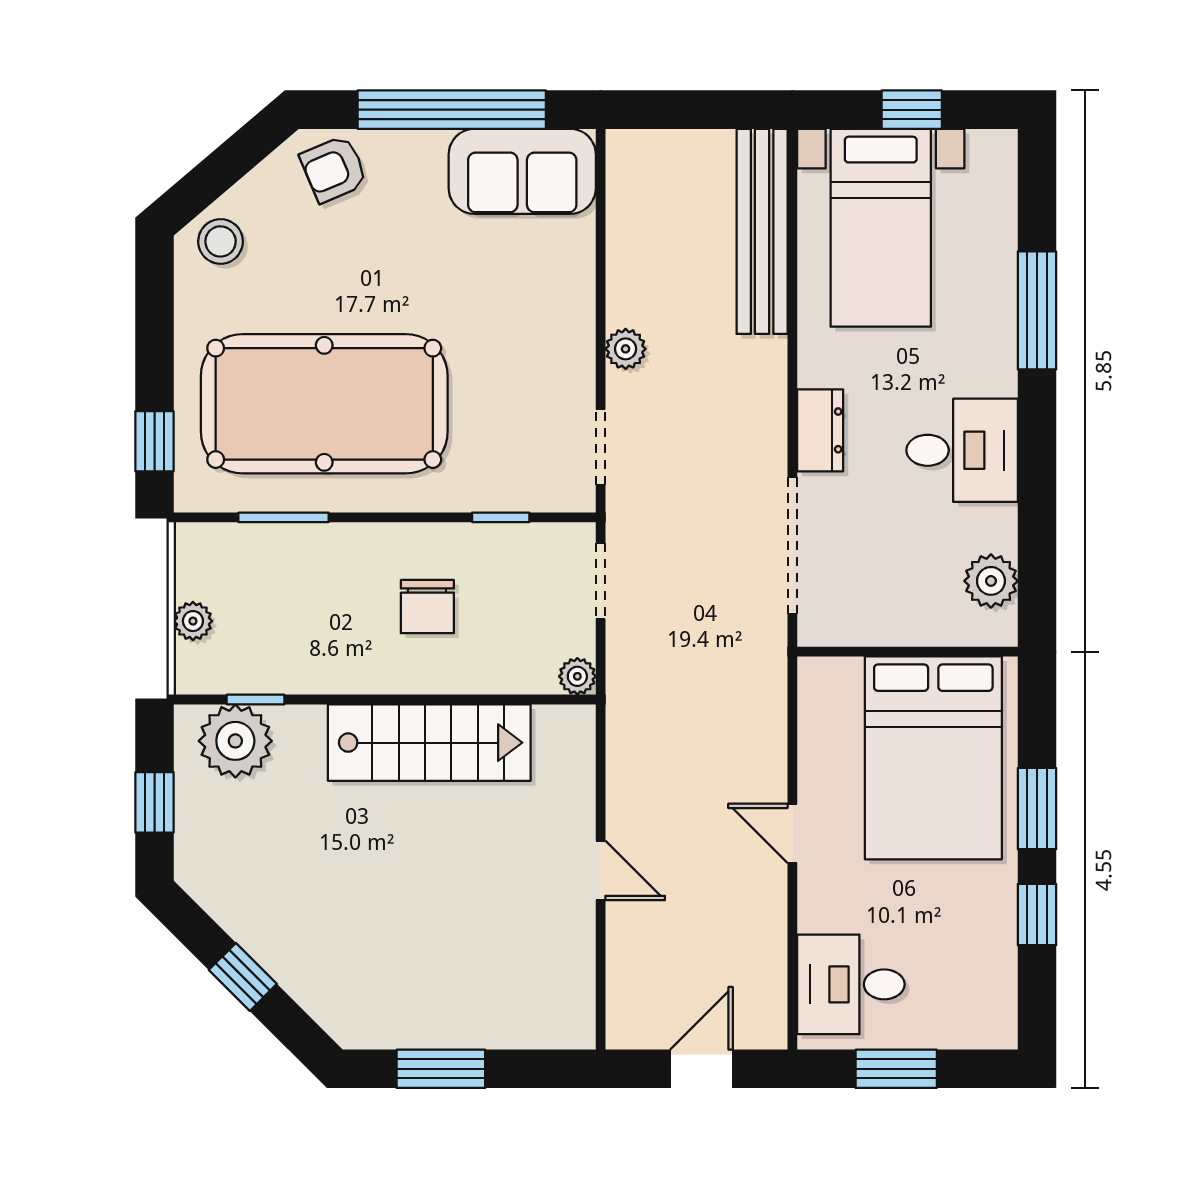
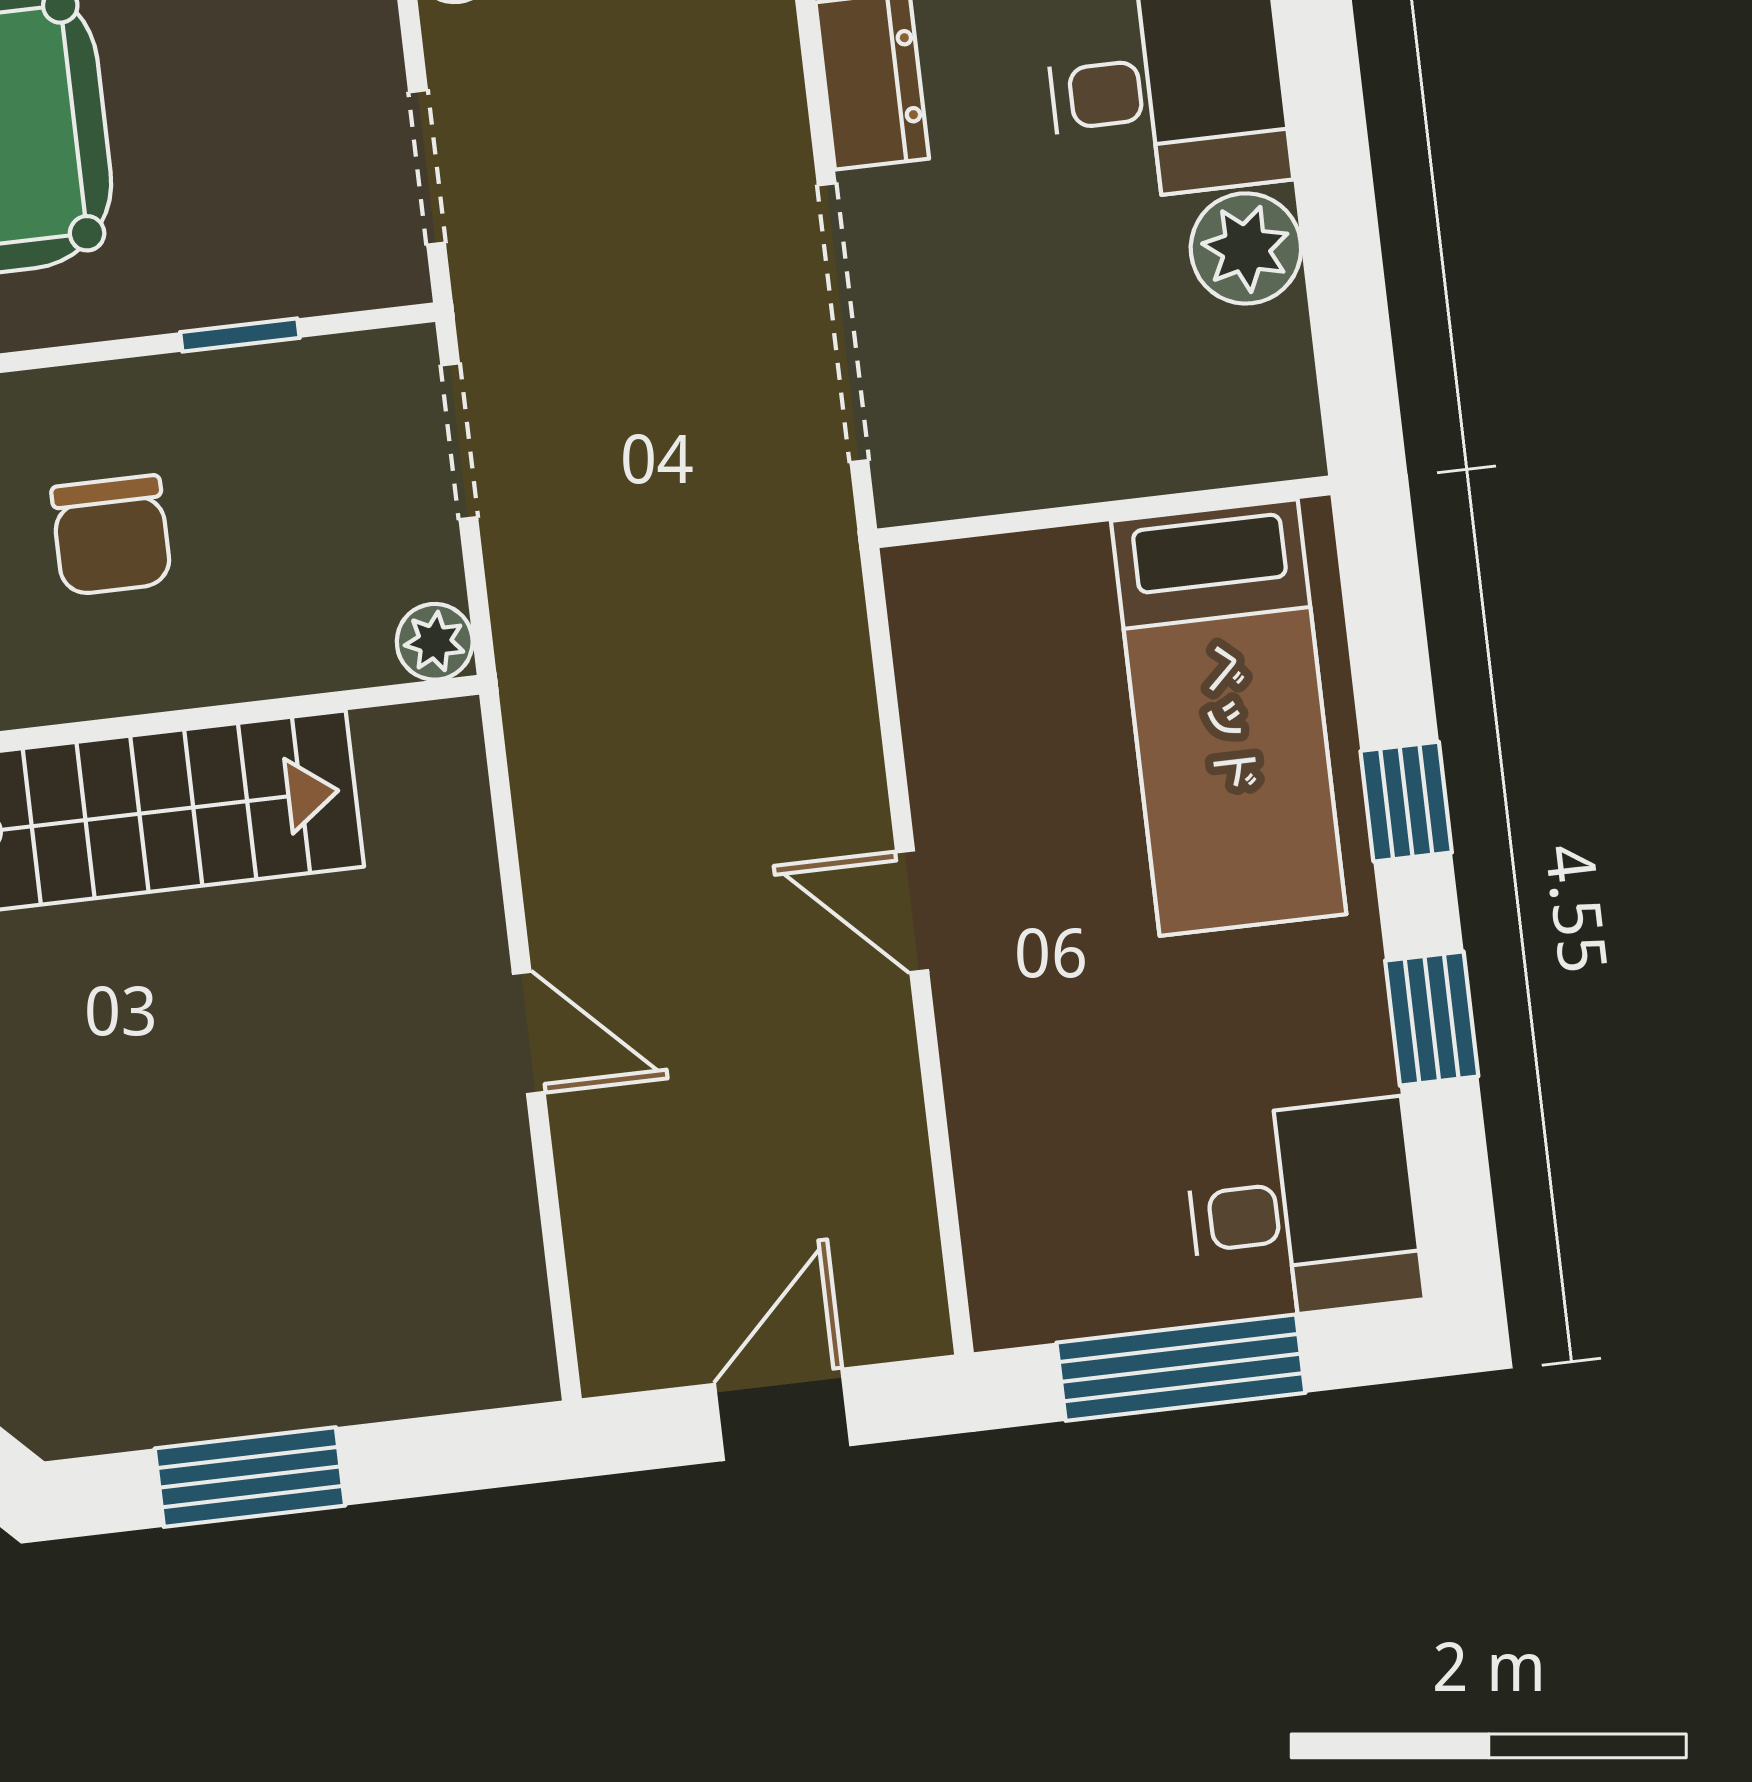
plant: (991, 581) -> (1246, 248), moved
bed: (933, 758) -> (1229, 718), width x0.67
window: (1037, 809) -> (1406, 802), width x0.67
desk: (851, 984) -> (1303, 1210), moved, turned 180
window: (896, 1069) -> (1181, 1368), width x1.44

